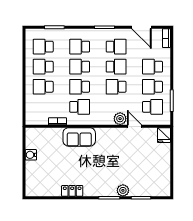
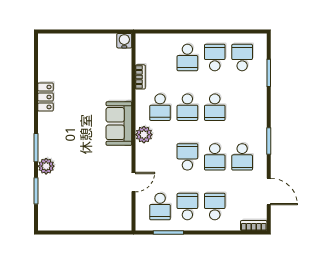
door: (141, 27) -> (269, 191), swing flipped
school desk: (80, 47) -> (242, 107), removed
school desk: (80, 67) -> (215, 107), turned 180
school desk: (43, 87) -> (187, 58), turned 180
school desk: (80, 87) -> (187, 107), turned 180
plant: (120, 119) -> (144, 135), moved
fridge: (164, 135) -> (121, 222), removed
sofa: (79, 137) -> (119, 124), moved
water cooler: (31, 155) -> (124, 41), moved

